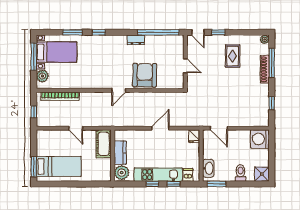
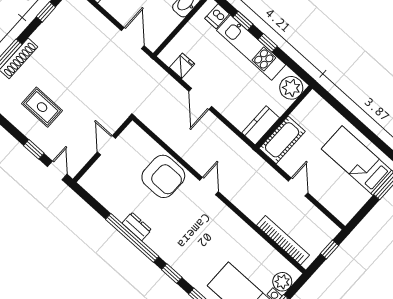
window: (158, 32) -> (132, 238), moved
rug: (233, 56) -> (42, 107), turned 90
armchair: (145, 75) -> (163, 176), turned -91
door: (119, 90) -> (209, 186), hinge flipped
door: (160, 128) -> (200, 99), hinge flipped
fridge: (194, 136) -> (182, 66), moved
kitchen counter: (120, 153) -> (261, 125), moved

